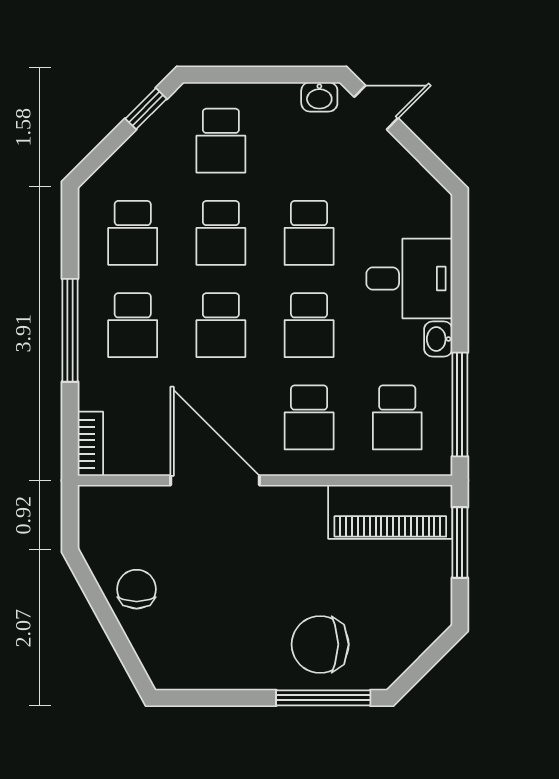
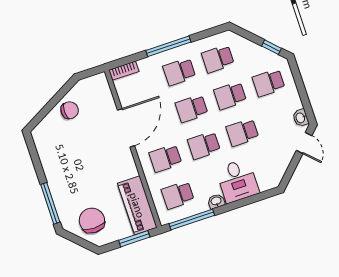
chair: (320, 644) -> (92, 221), moved

